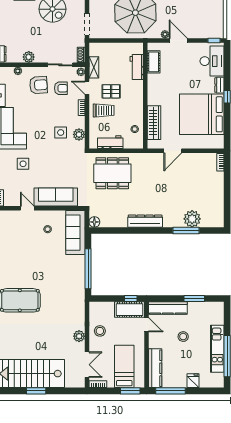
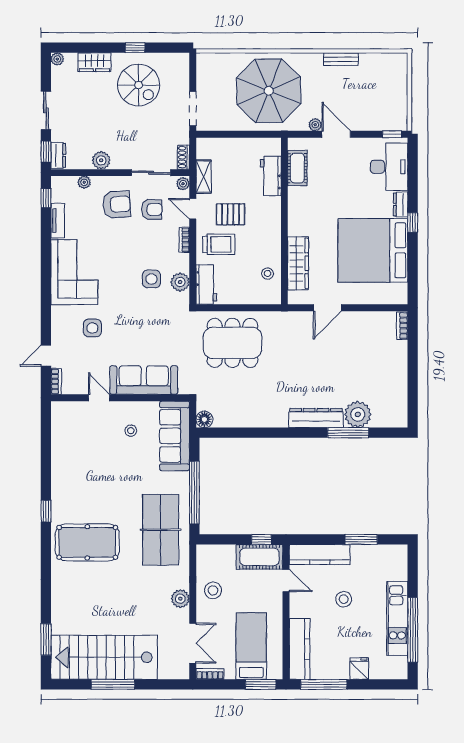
workbench: (110, 142) -> (206, 285), moved, turned 90
dresser: (145, 221) -> (316, 418), moved
table tennis table: (67, 292) -> (161, 530), added
window: (36, 391) -> (113, 684), width x1.44

